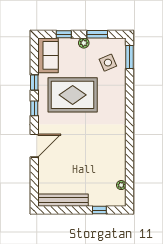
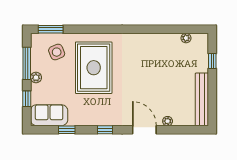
window: (97, 34) -> (27, 63), width x1.44
window: (34, 83) -> (67, 130), moved
rug: (73, 95) -> (94, 68), moved
plant: (43, 168) -> (168, 121), added

